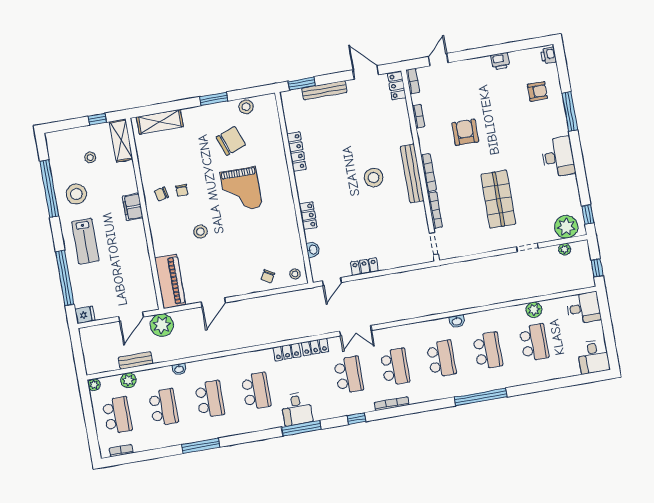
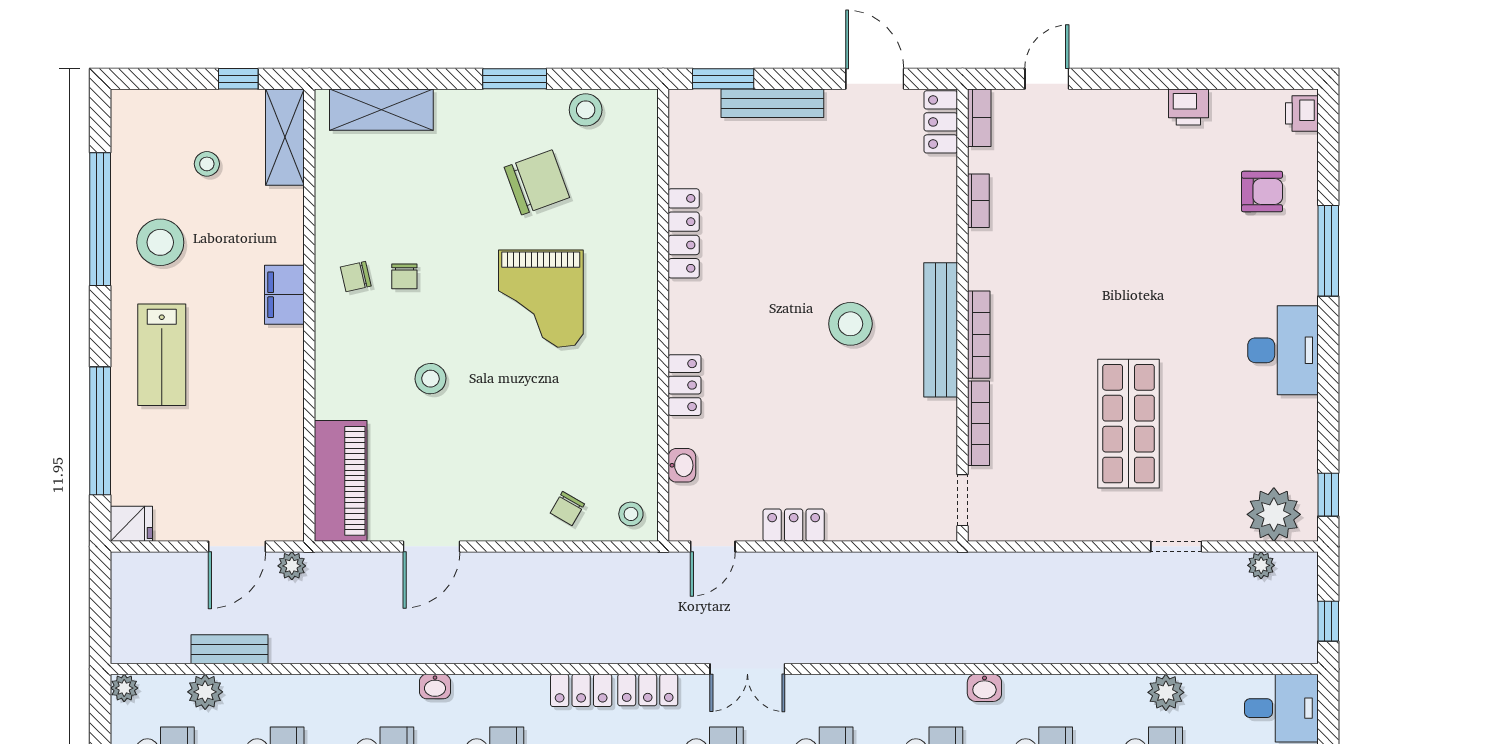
armchair: (465, 132) -> (1079, 257), removed
plant: (162, 325) -> (292, 566), width x0.53, depth x0.53
washbasin: (179, 369) -> (435, 686), moved

